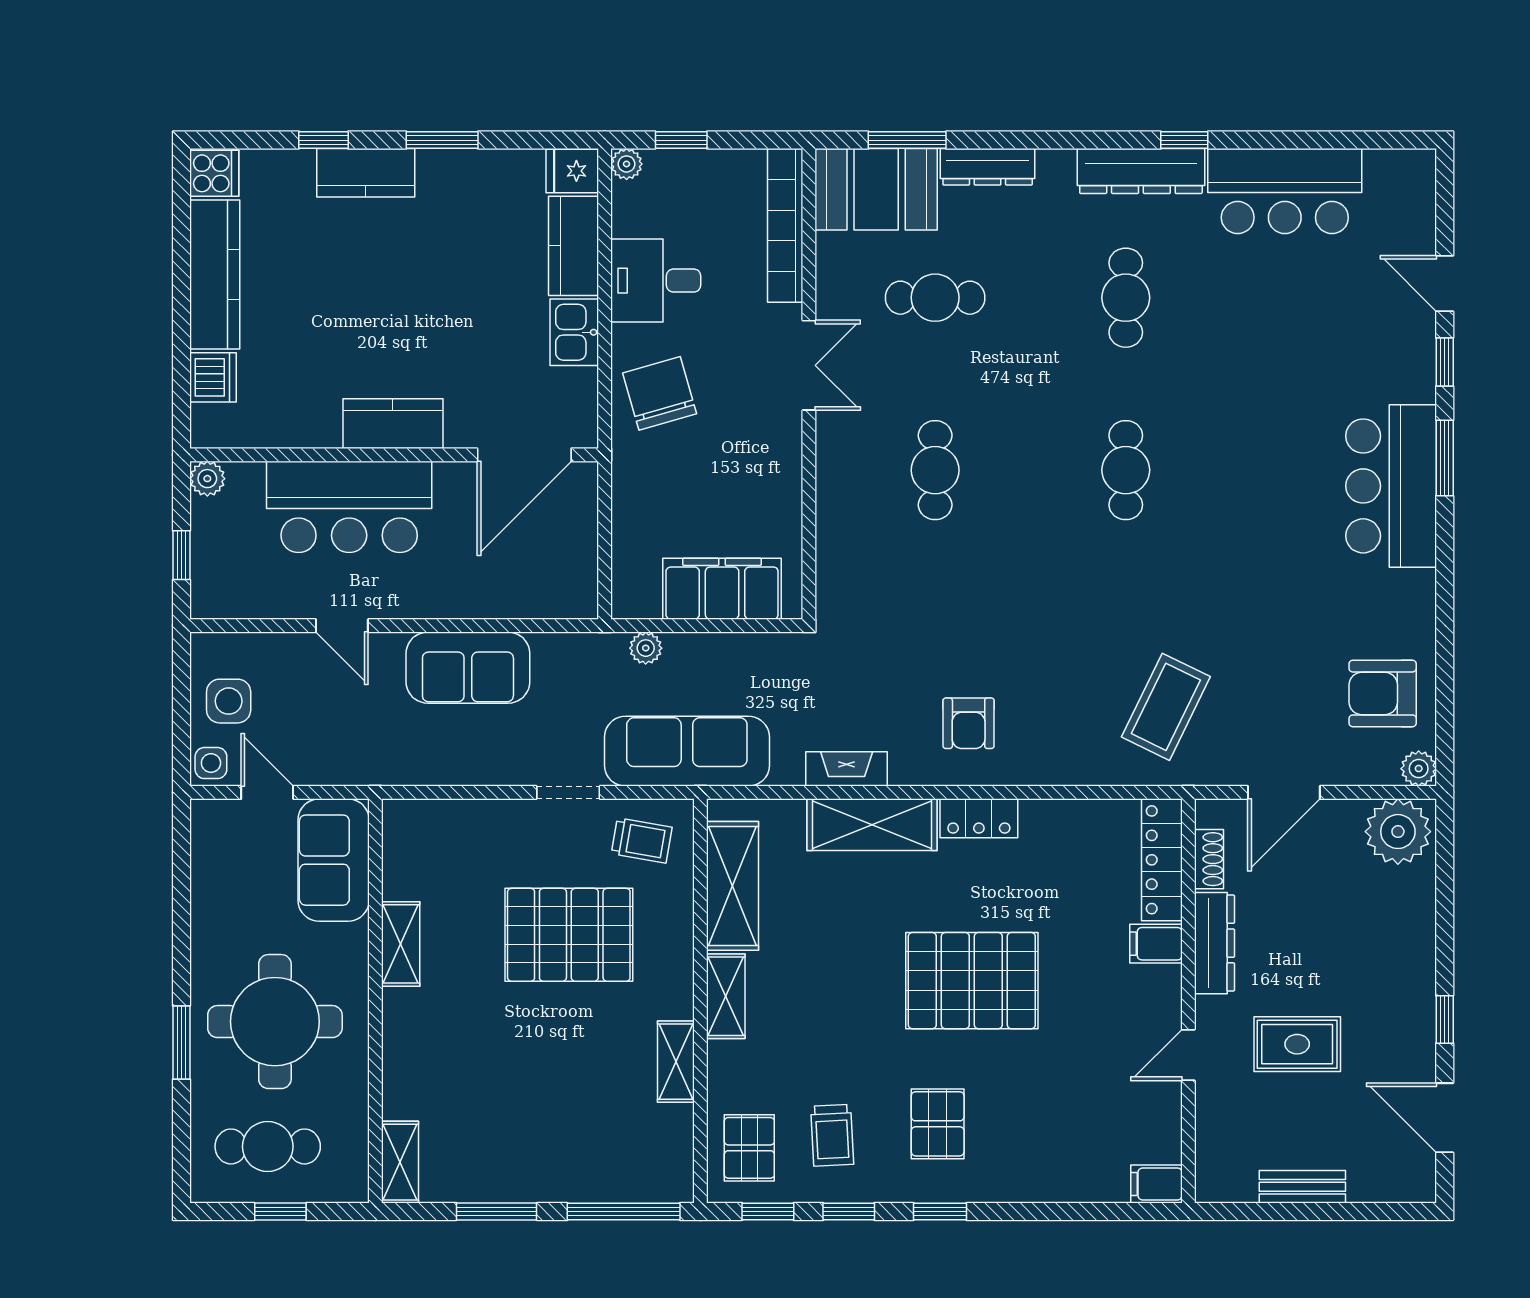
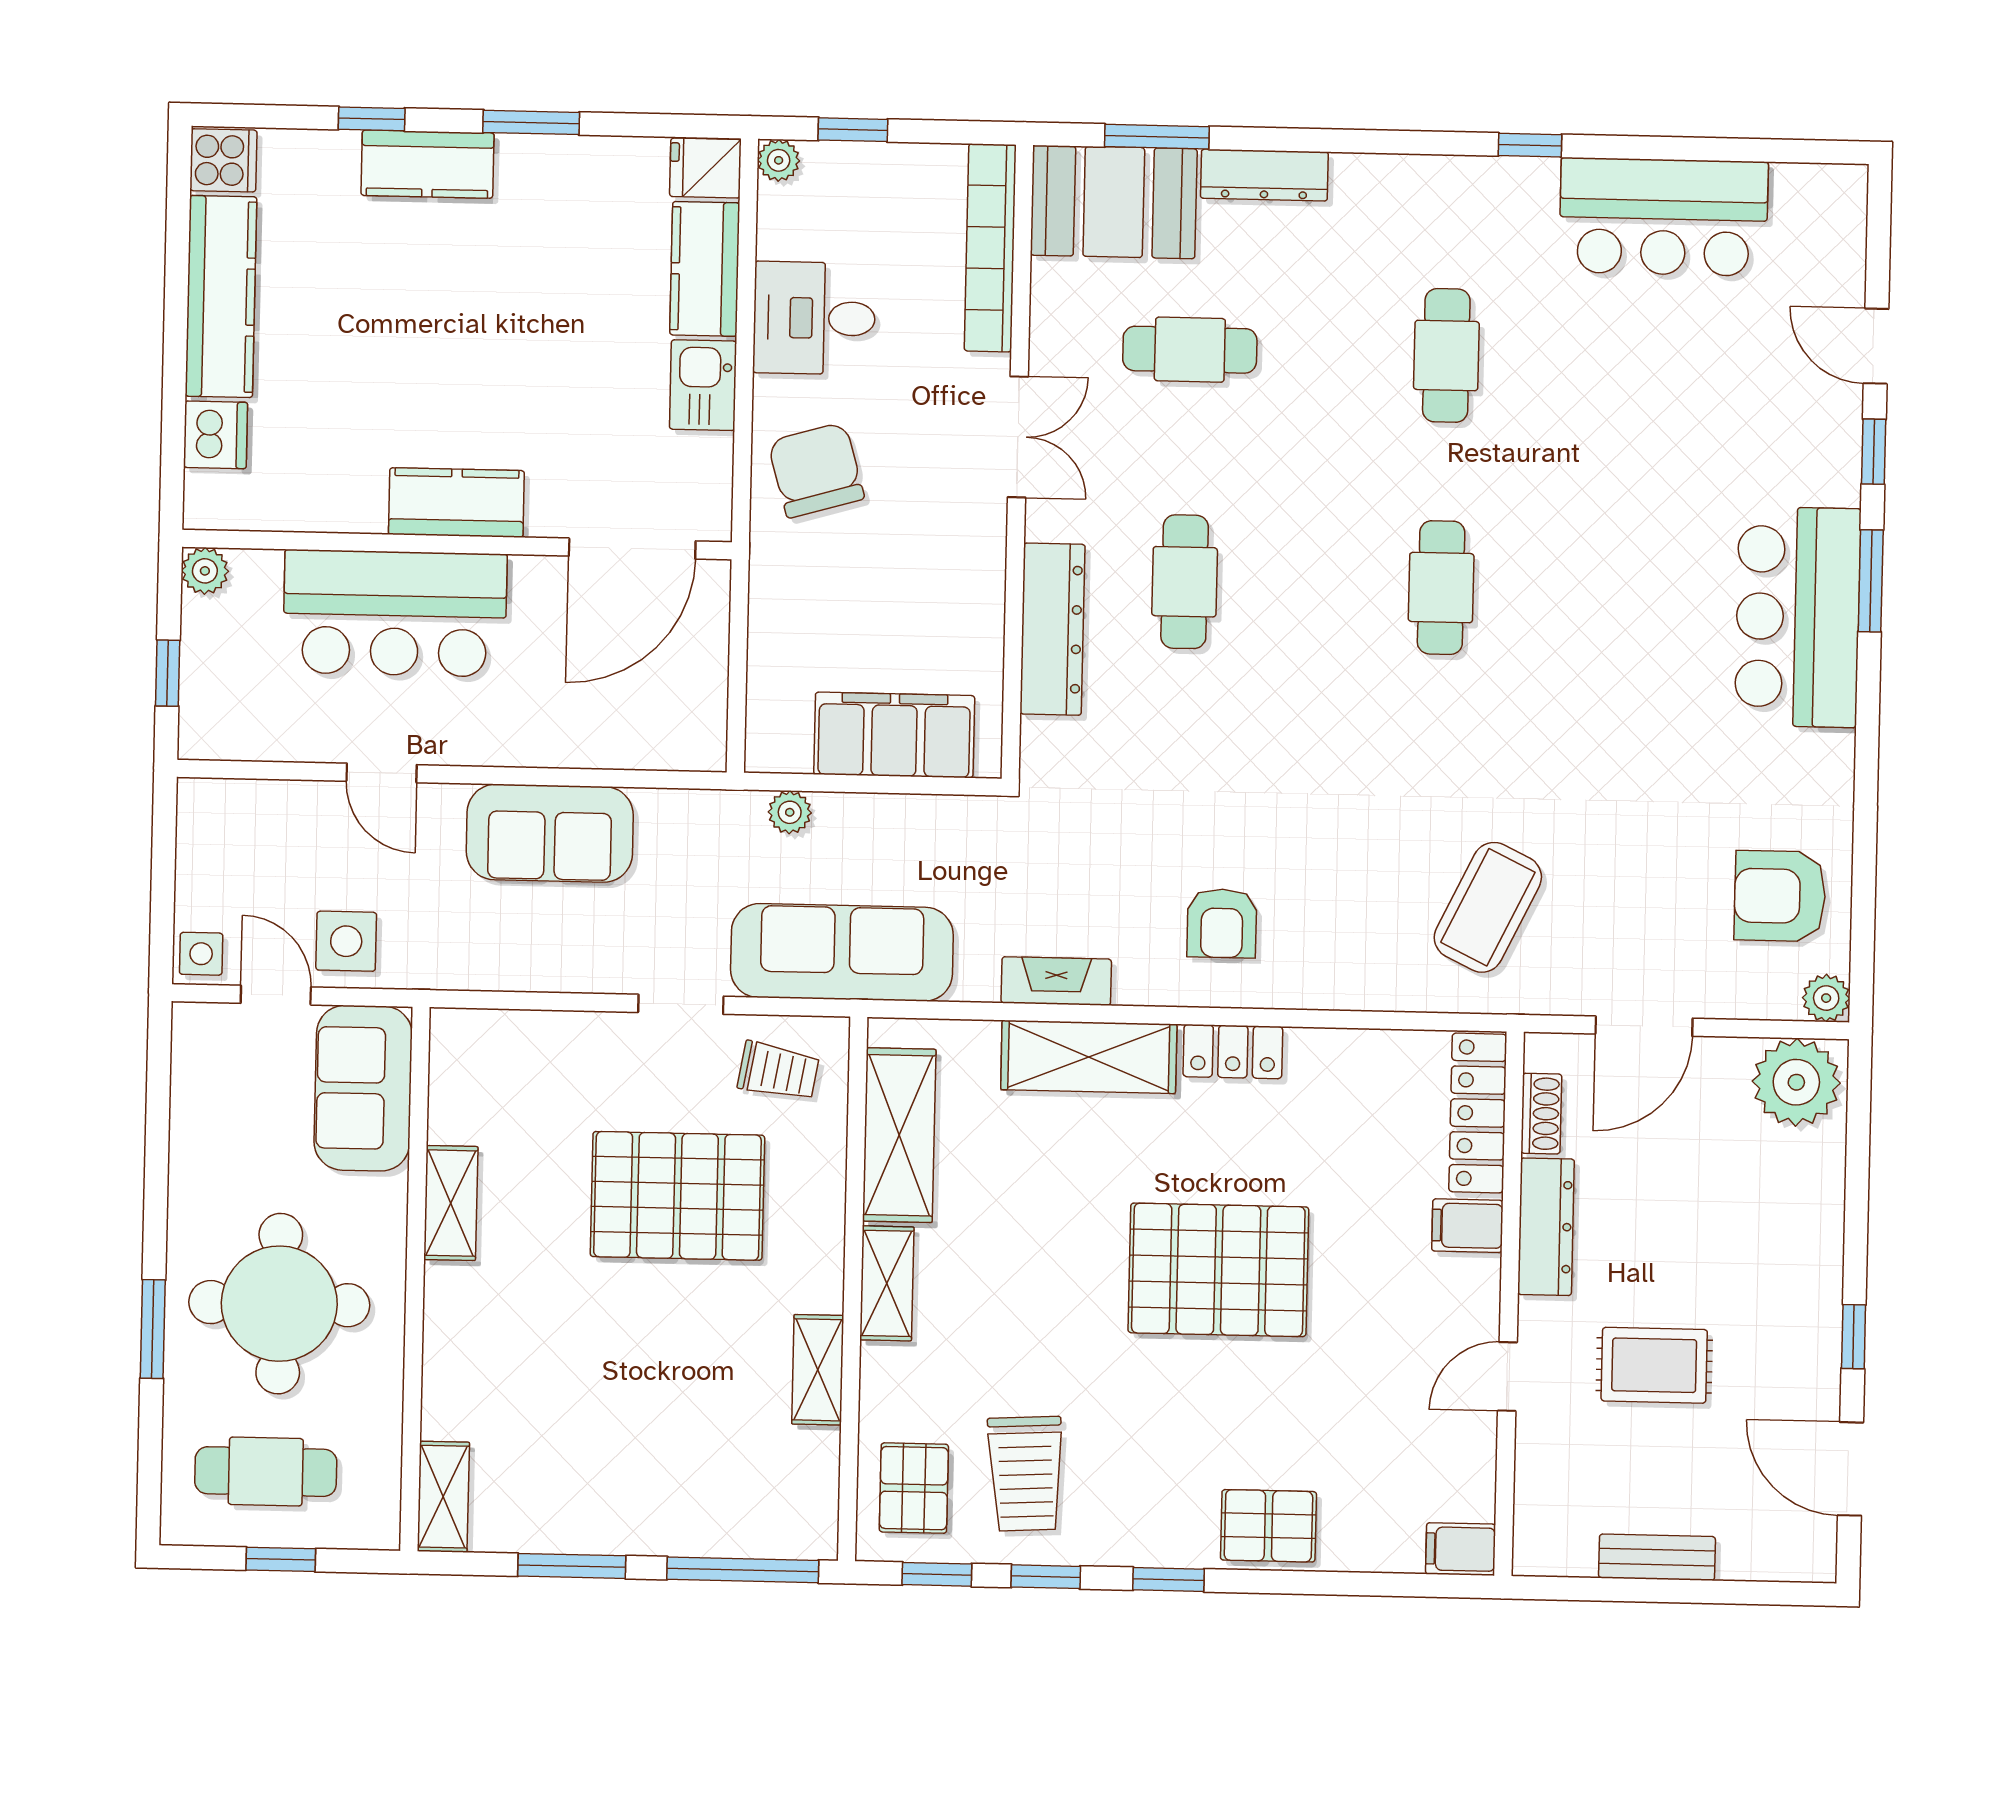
dresser: (1141, 171) -> (1053, 629), moved, turned -90
side table: (229, 701) -> (346, 941), moved
pallet: (938, 1124) -> (1268, 1526), moved, turned 90
trolley: (832, 1135) -> (1026, 1474), width x1.36, depth x1.39

